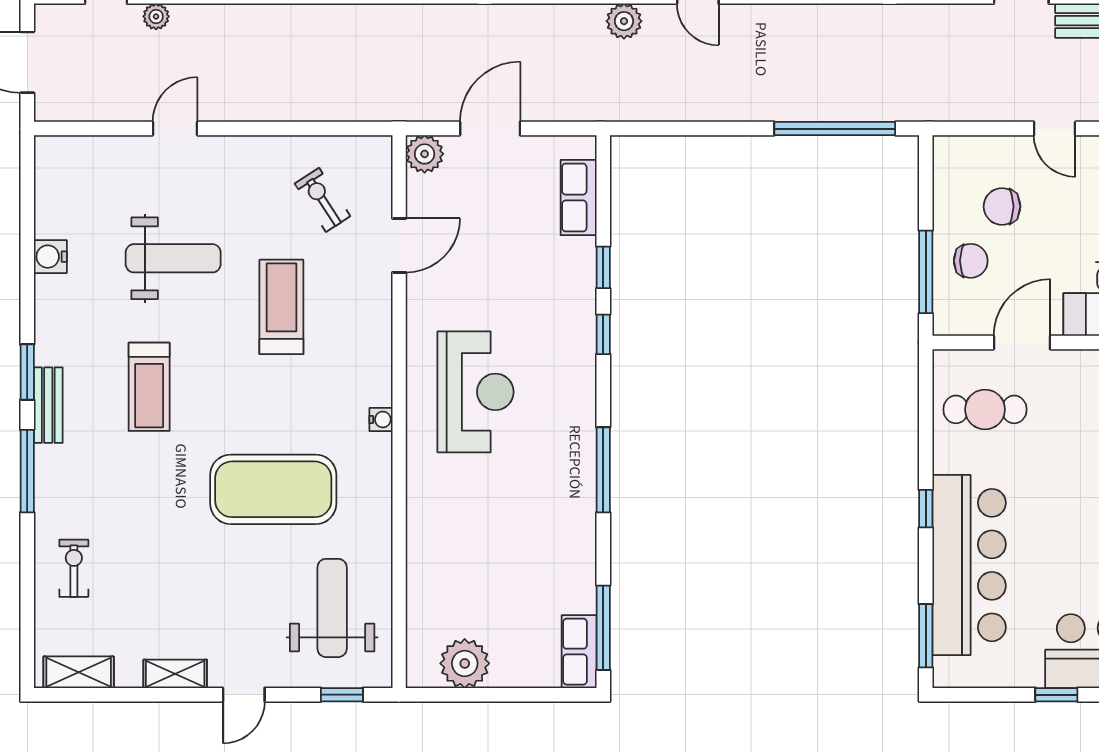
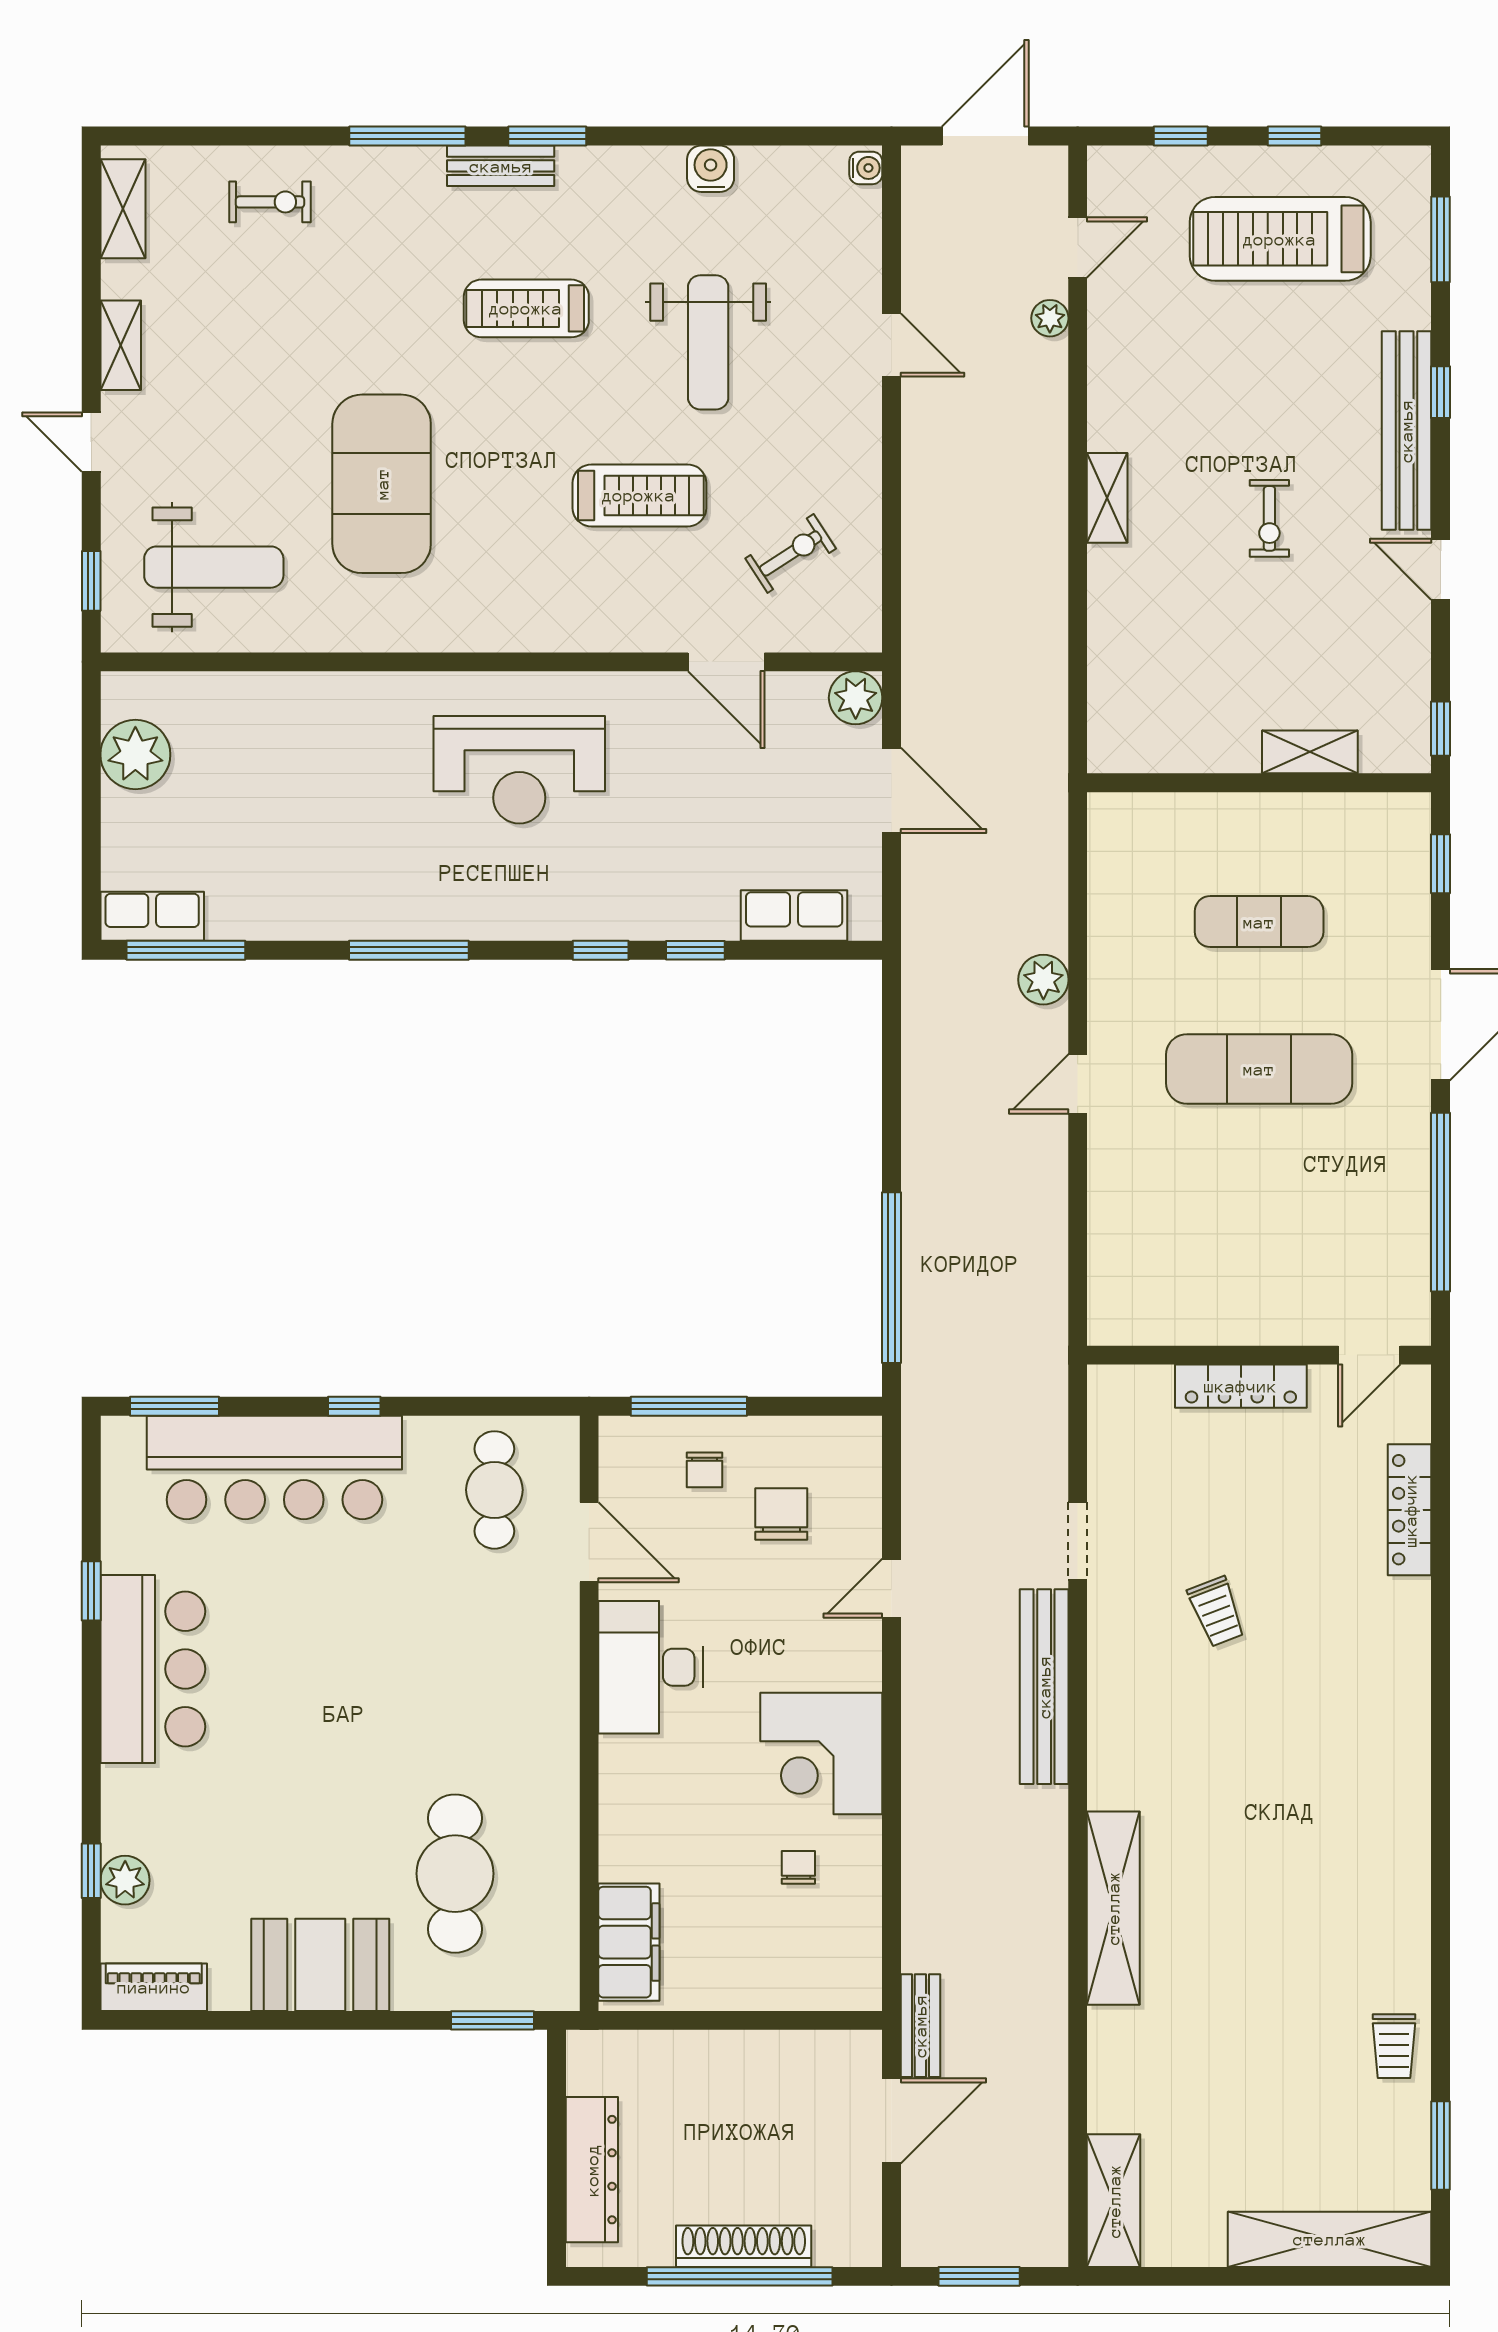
chair: (971, 261) -> (705, 1470), width x0.73, depth x0.73
water cooler: (381, 419) -> (866, 168), moved, turned -90

